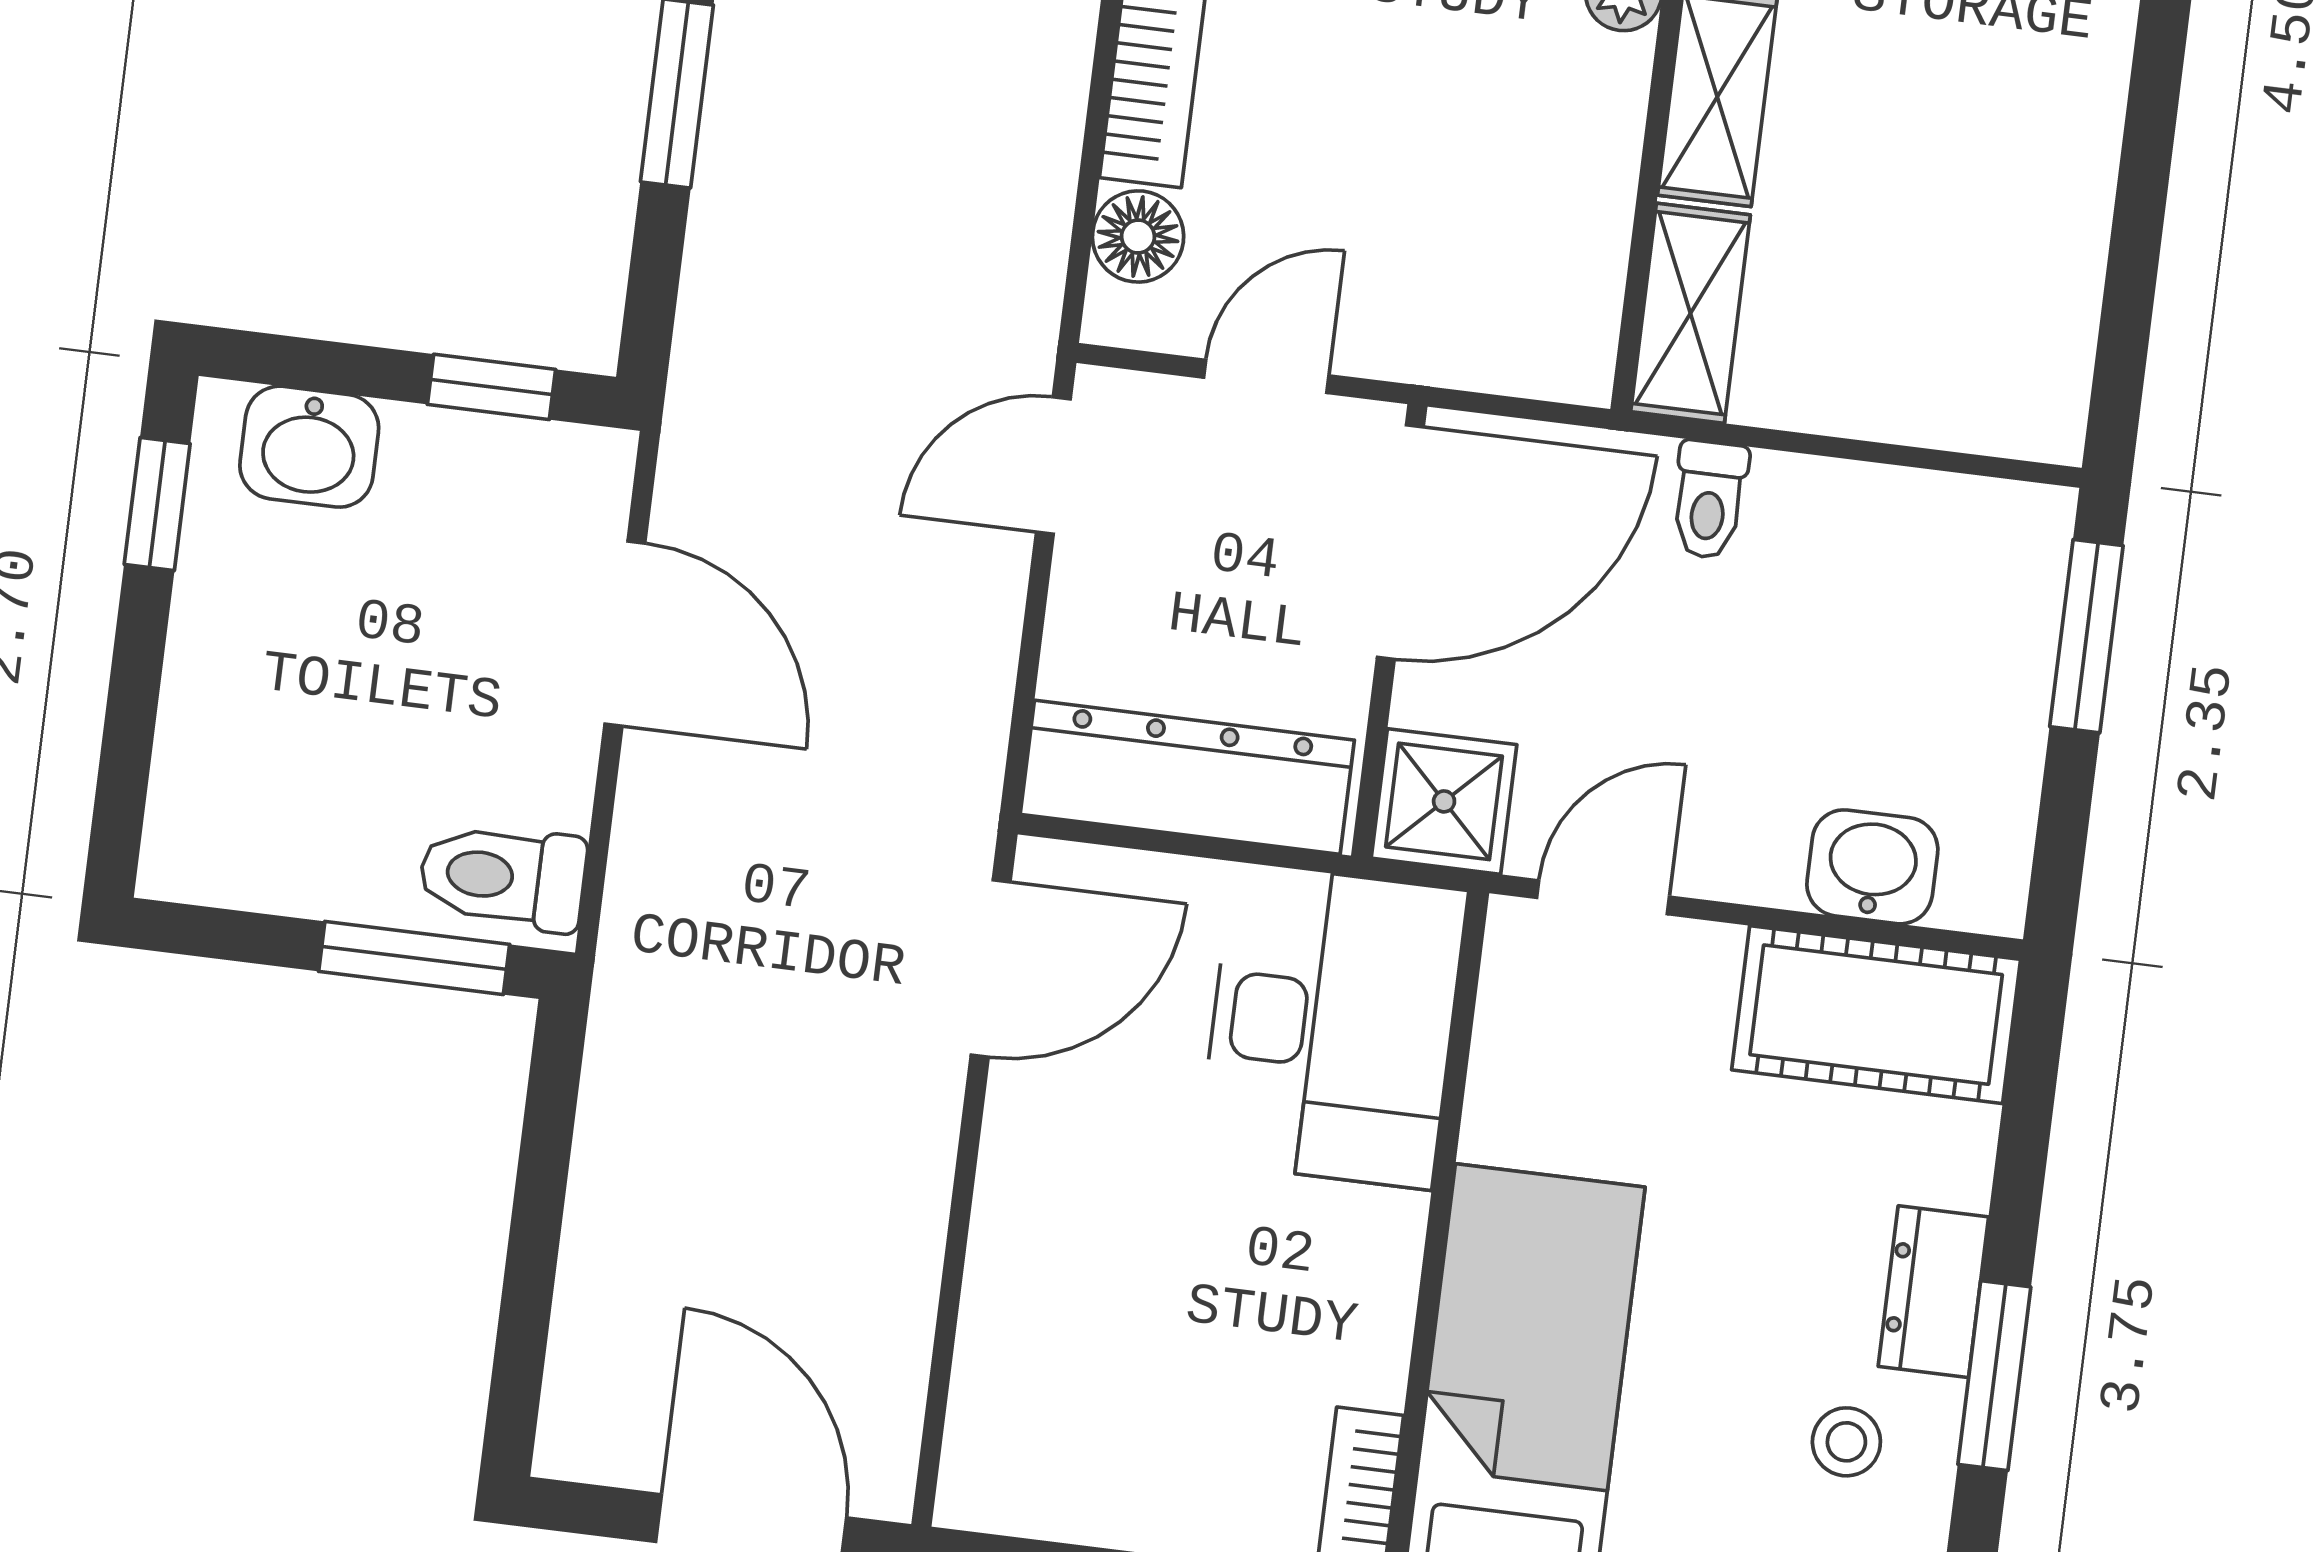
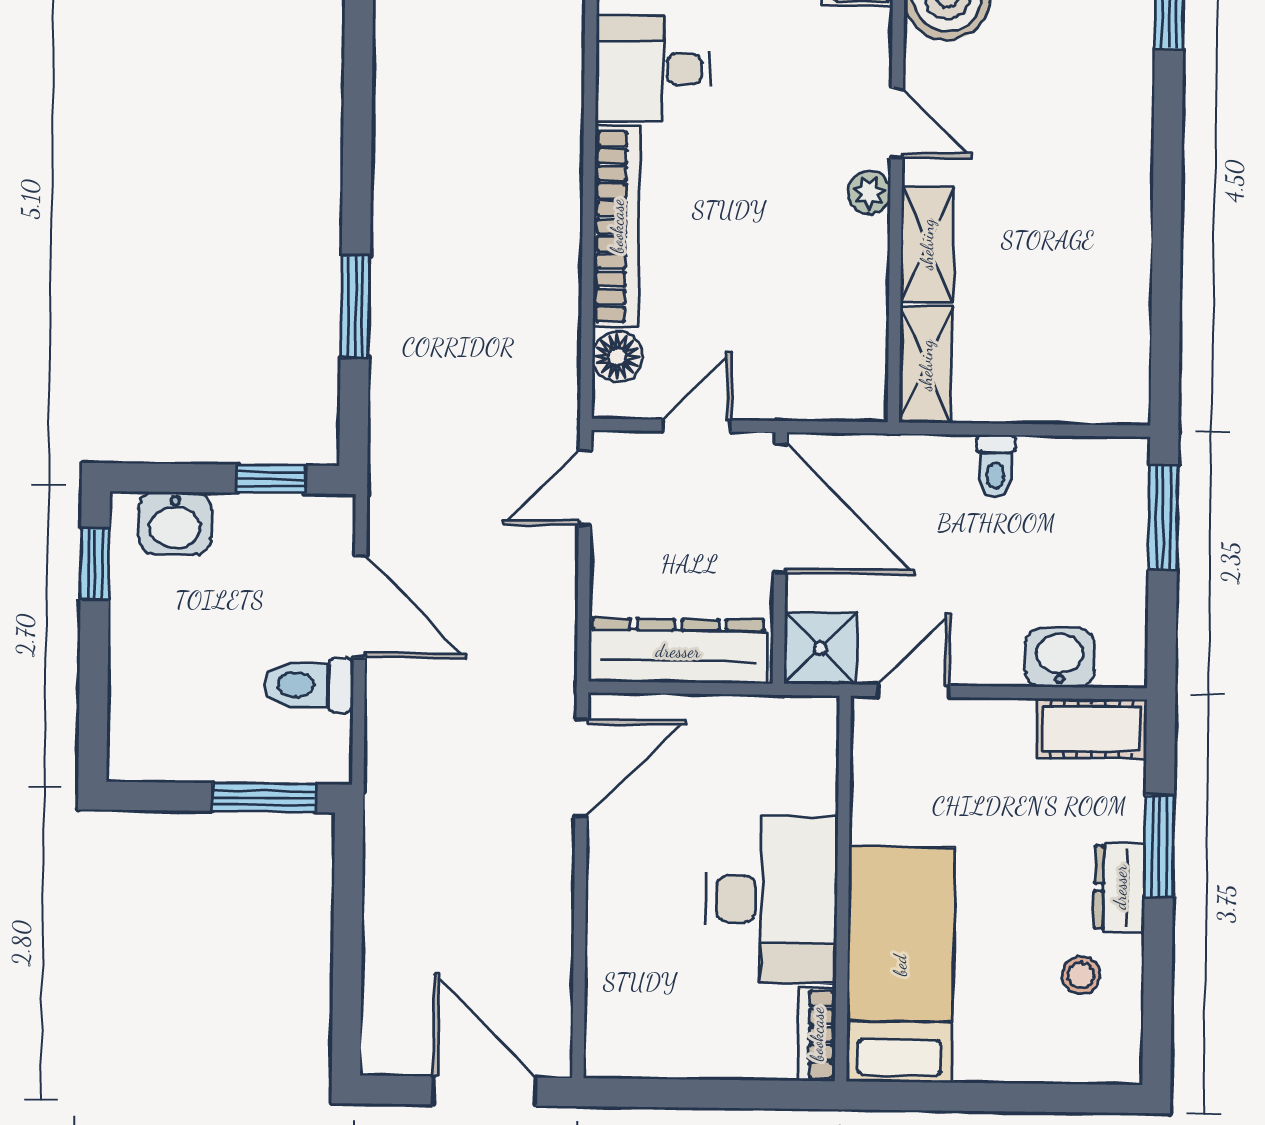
toilet: (1709, 500) -> (996, 467), moved
door: (1400, 542) -> (780, 508), hinge flipped
toilet: (503, 877) -> (309, 685), moved
cot: (1876, 1015) -> (1091, 729), width x0.73, depth x0.75
desk: (1332, 1026) -> (771, 899), moved
window: (1994, 1376) -> (1159, 846), moved

